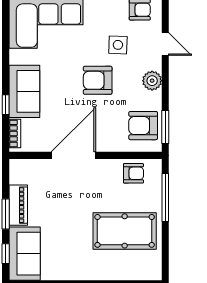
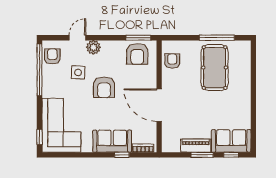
plant: (152, 81) -> (93, 47), moved
window: (165, 197) -> (217, 38), moved

